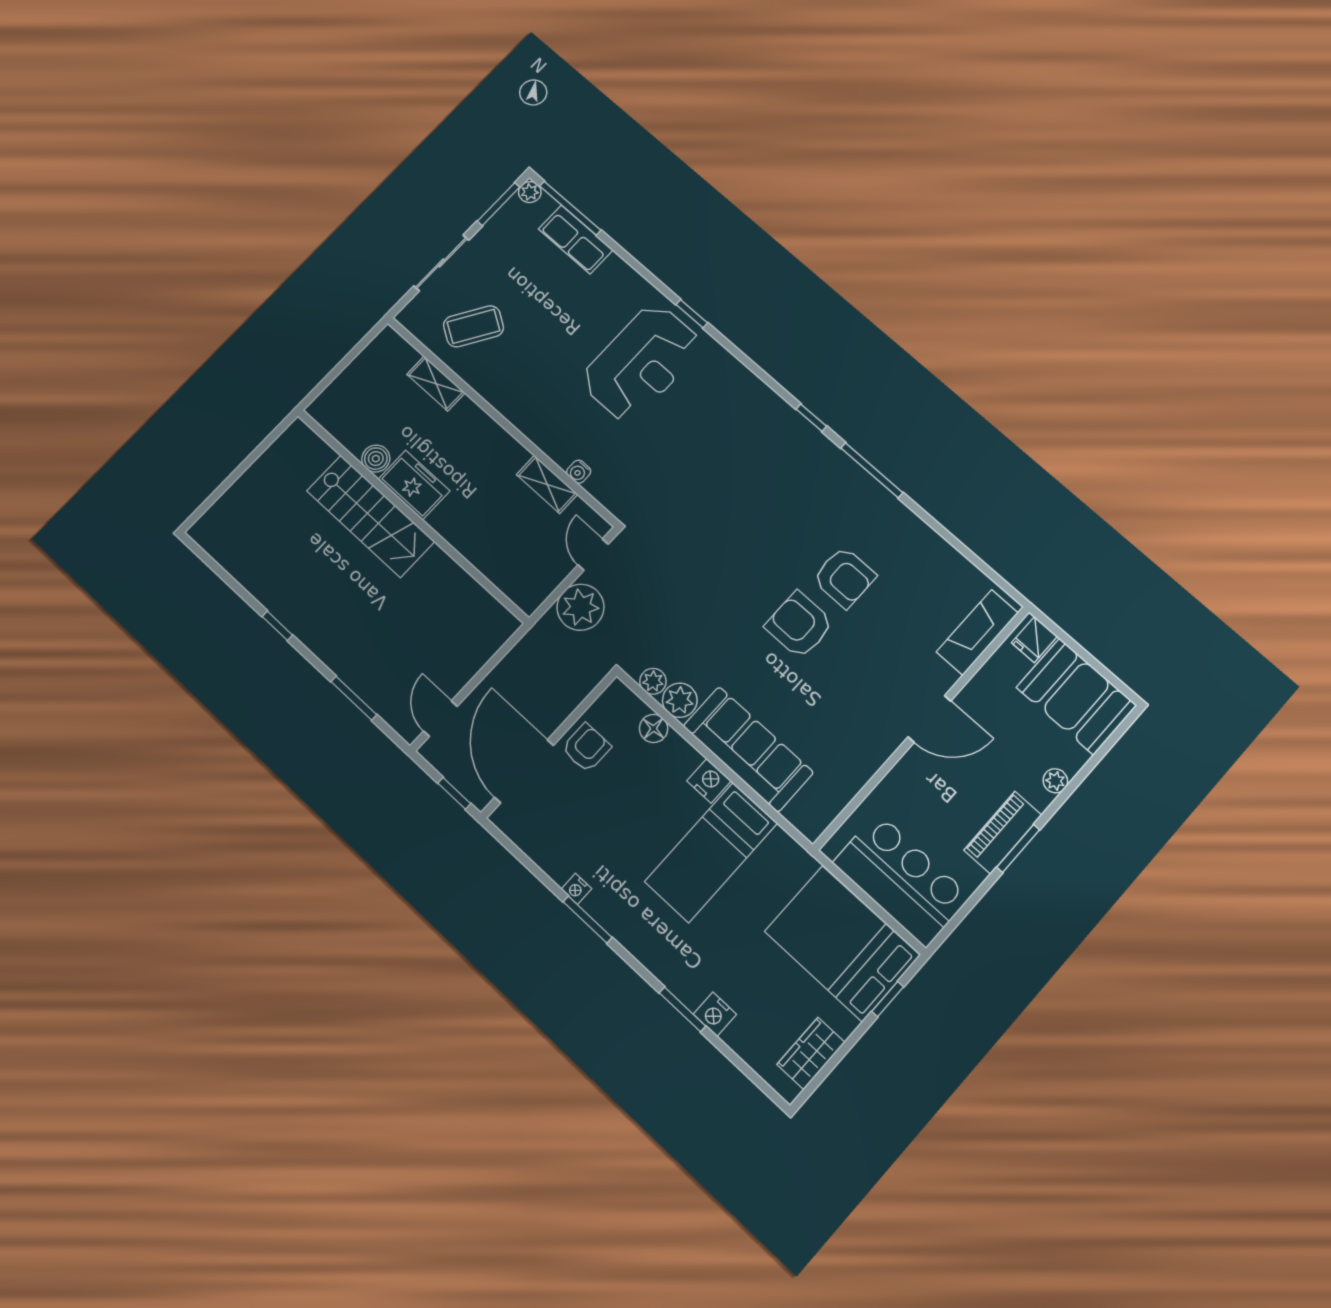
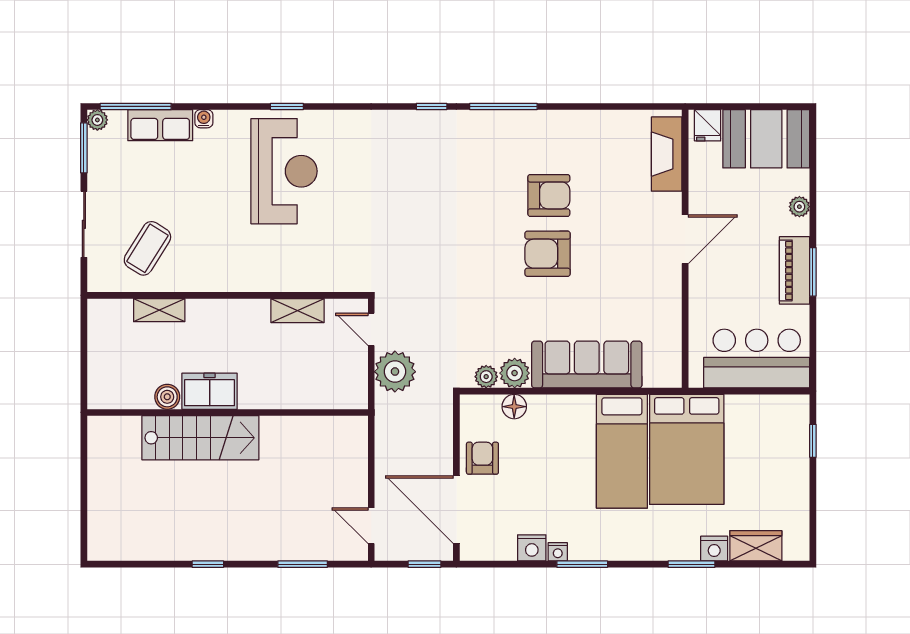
water cooler: (579, 472) -> (204, 119), moved, turned 180
nightstand: (709, 781) -> (532, 548), moved, turned 180
bed: (842, 943) -> (687, 449), moved, turned -90
wardrobe: (811, 1053) -> (756, 546), moved, turned 90

